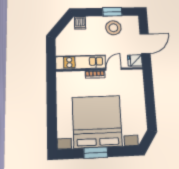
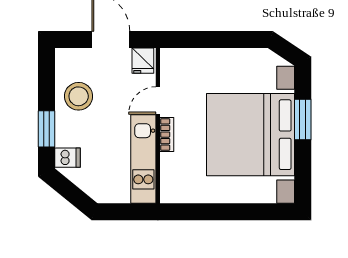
window: (112, 12) -> (47, 129), moved
door: (114, 69) -> (158, 100), hinge flipped
window: (96, 153) -> (303, 120), moved

